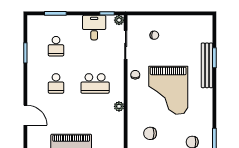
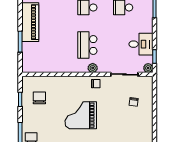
grand piano: (168, 90) -> (81, 115), width x0.73, depth x0.68
plant: (119, 106) -> (93, 68), moved

